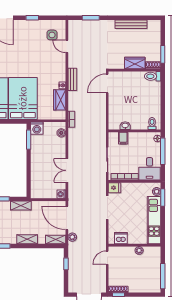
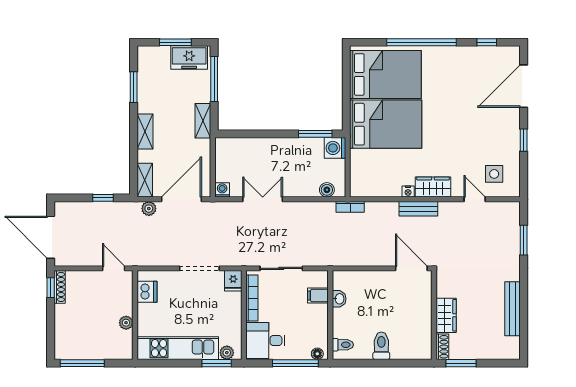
door: (67, 46) -> (475, 199), hinge flipped
toilet: (153, 76) -> (381, 346), moved
wardrobe: (60, 100) -> (433, 187), moved

